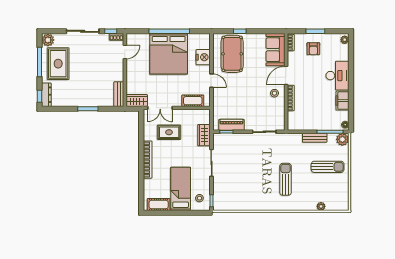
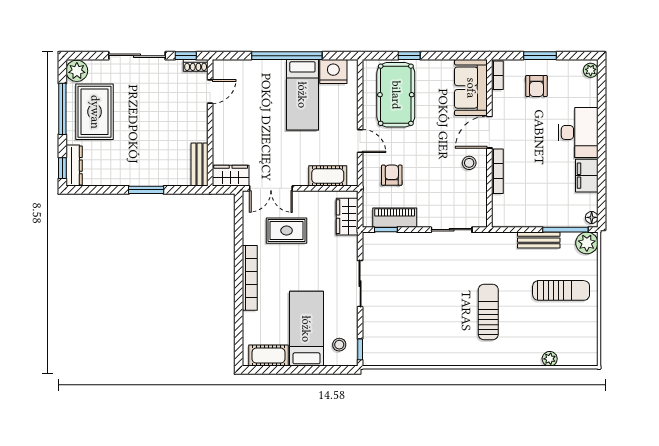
bed: (169, 54) -> (302, 95), width x0.49
nightstand: (203, 57) -> (333, 72), moved, turned -90
armchair: (230, 100) -> (392, 175), added
wardrobe: (204, 135) -> (347, 217), moved

